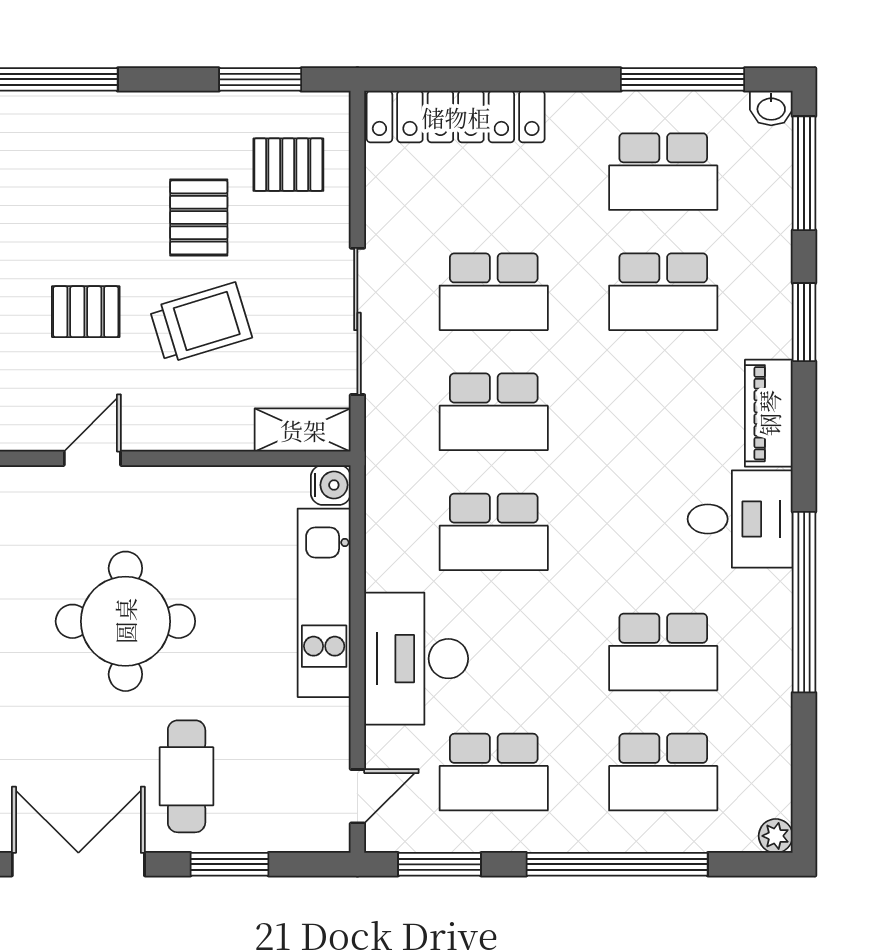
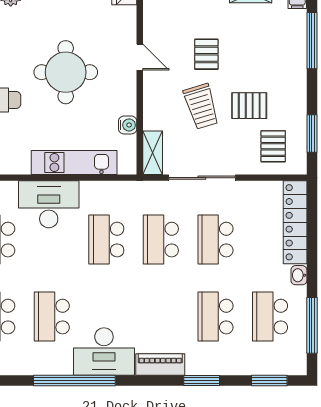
washbasin: (771, 108) -> (299, 275), moved
window: (804, 173) -> (269, 381), width x0.69
water cooler: (331, 485) -> (128, 125), moved, turned -90
desk: (740, 519) -> (104, 352), width x1.37

